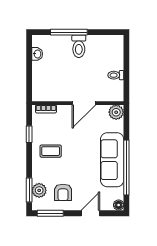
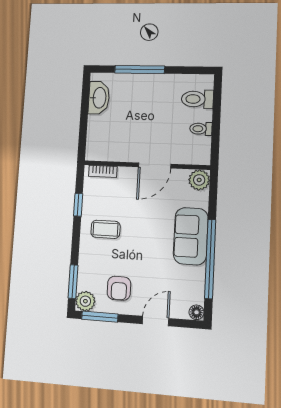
toilet: (79, 46) -> (197, 99), moved, turned 90
washbasin: (37, 54) -> (99, 98), width x1.91, depth x1.45
sofa: (112, 160) -> (191, 236), width x0.73
plant: (39, 190) -> (85, 301), moved

